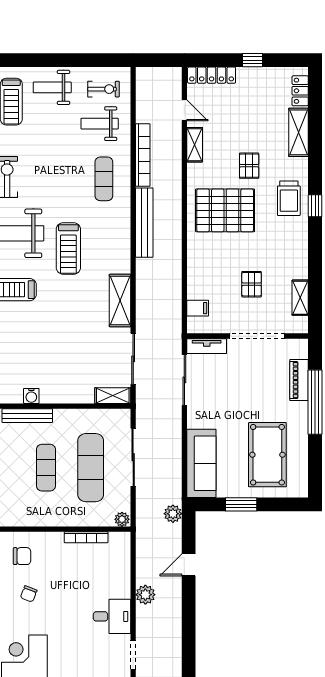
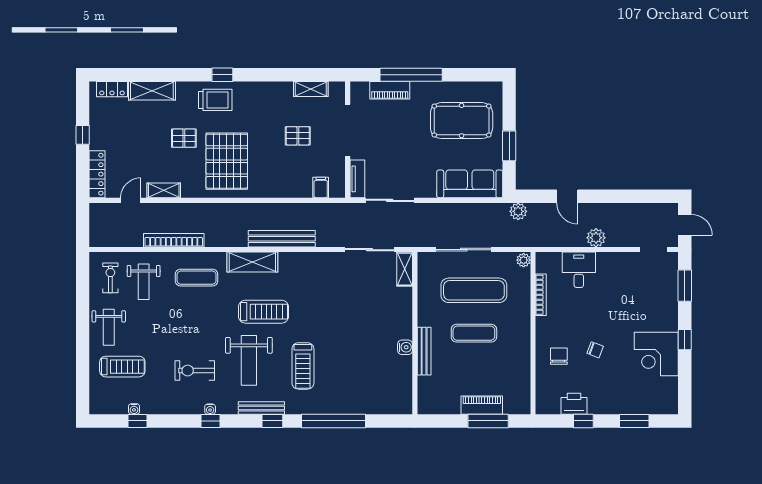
bench: (144, 223) -> (282, 239), moved
shelving: (120, 300) -> (252, 262), moved
desk: (112, 616) -> (579, 270), moved

